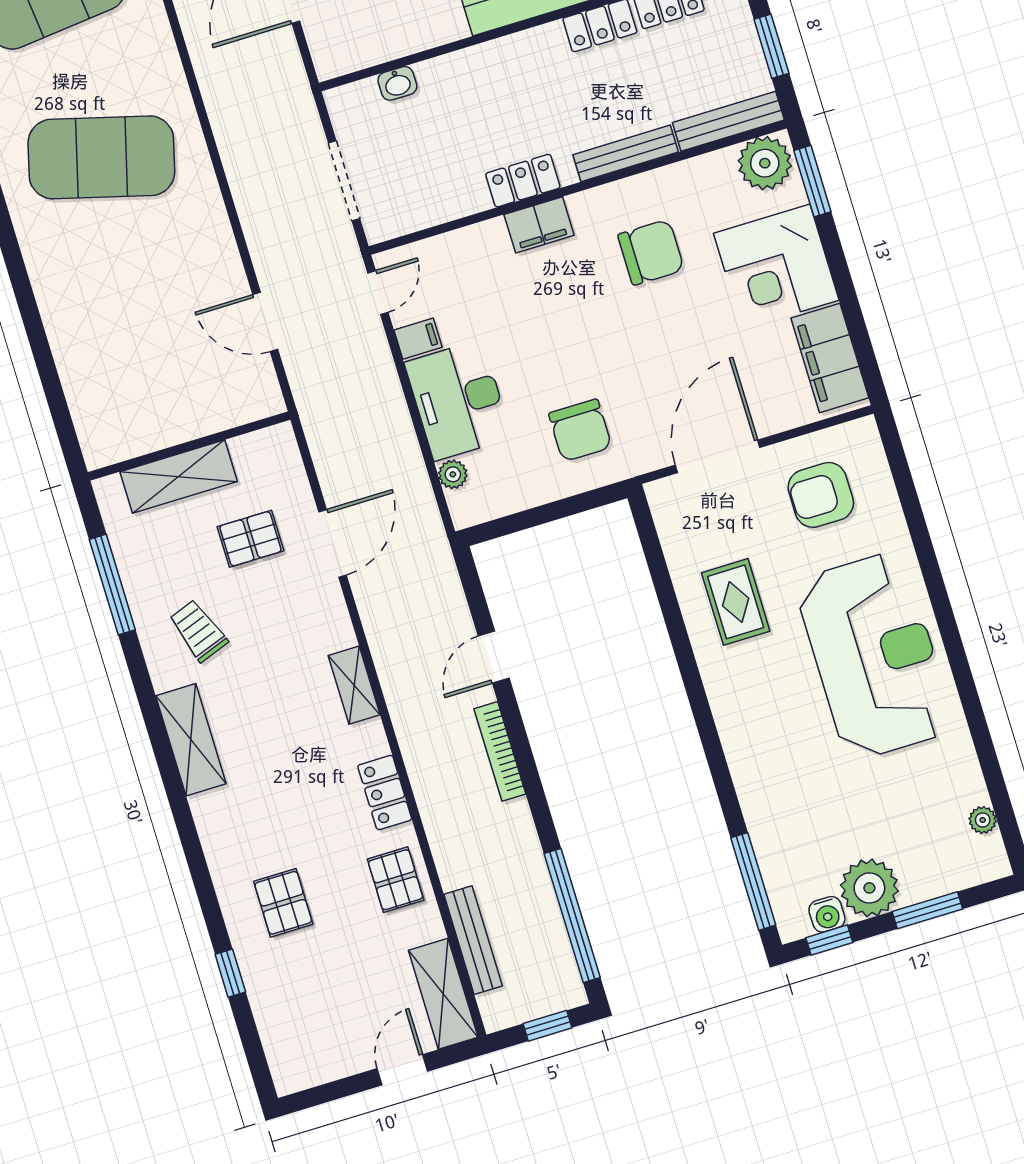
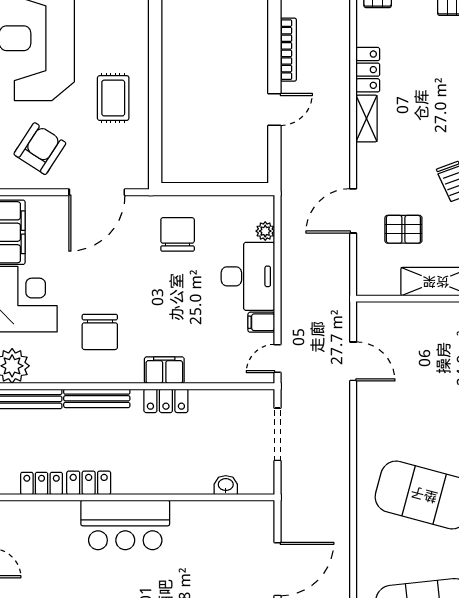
chair: (651, 252) -> (100, 332), turned -90
armchair: (821, 495) -> (40, 149), turned -57
locker: (385, 793) -> (368, 70), moved

